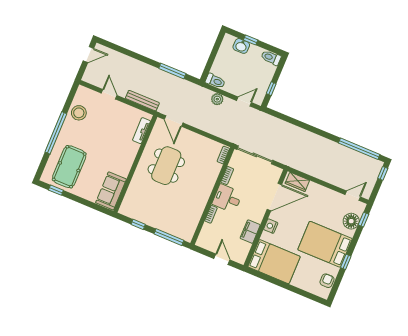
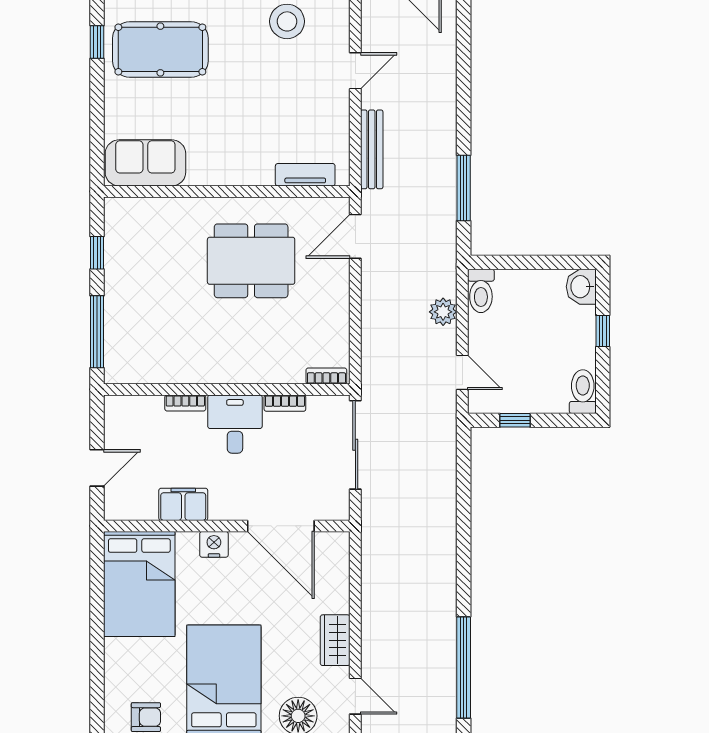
washbasin: (241, 46) -> (581, 287), moved
wardrobe: (297, 182) -> (335, 640), moved

